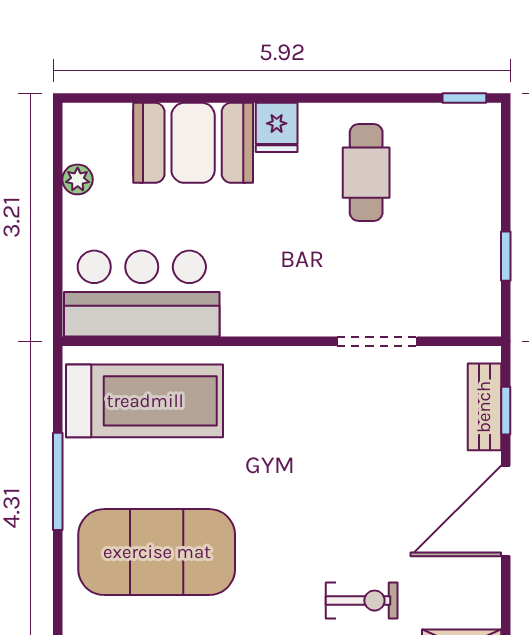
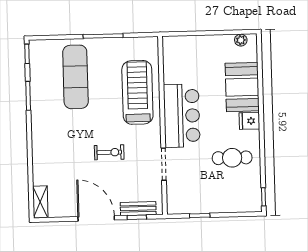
plant: (78, 179) -> (241, 40), moved
bar counter: (142, 294) -> (182, 116), moved
treadmill: (145, 401) -> (137, 92), moved, turned 180
exercise mat: (157, 552) -> (75, 77), width x0.68
exercise bike: (362, 601) -> (109, 152), moved, turned -90

